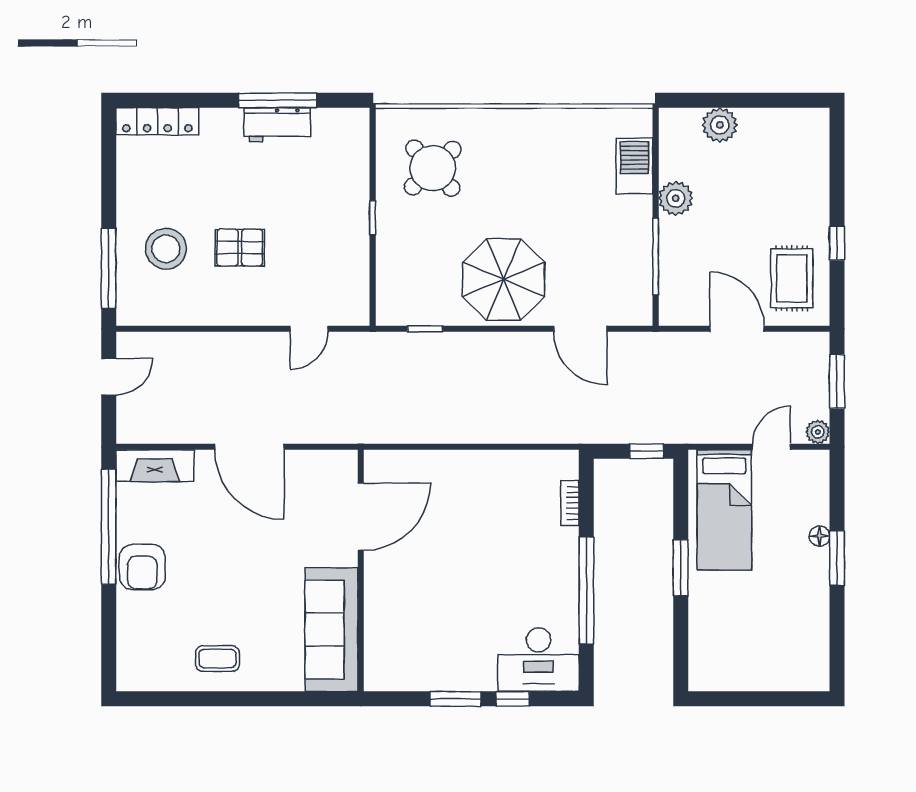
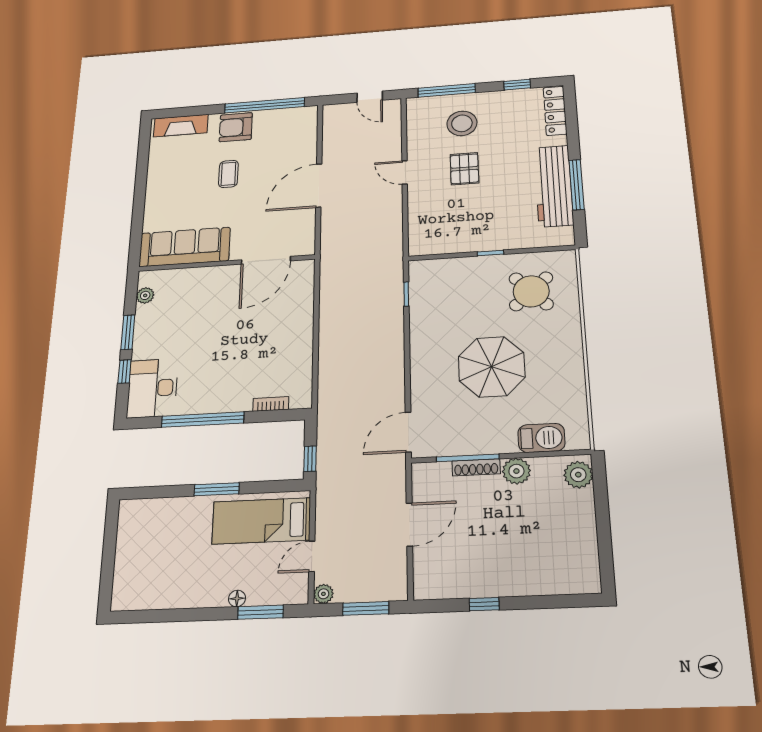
workbench: (277, 125) -> (554, 186), width x1.87, depth x1.32
plant: (720, 125) -> (578, 475), moved
window: (109, 171) -> (517, 85), added
shoe rack: (668, 247) -> (476, 467), added
rug: (792, 278) -> (453, 567), removed
parasol: (504, 279) -> (492, 367), moved
door: (309, 329) -> (405, 172), moved
door: (580, 329) -> (408, 432), moved
door: (771, 447) -> (312, 556), swing flipped
fireplace: (155, 466) -> (181, 126), moved, turned -90
door: (361, 517) -> (266, 260), hinge flipped
window: (837, 558) -> (261, 612), moved
coffee table: (217, 659) -> (228, 174), moved
plant: (402, 679) -> (145, 295), added

